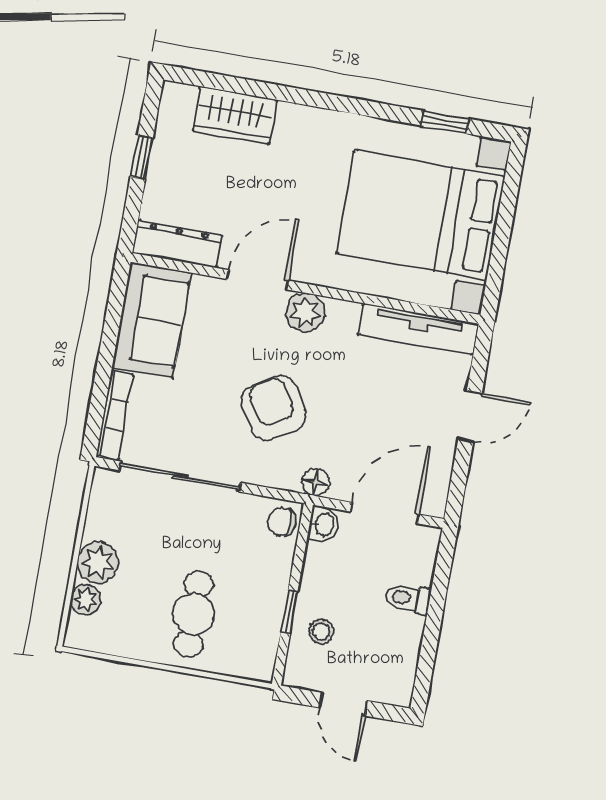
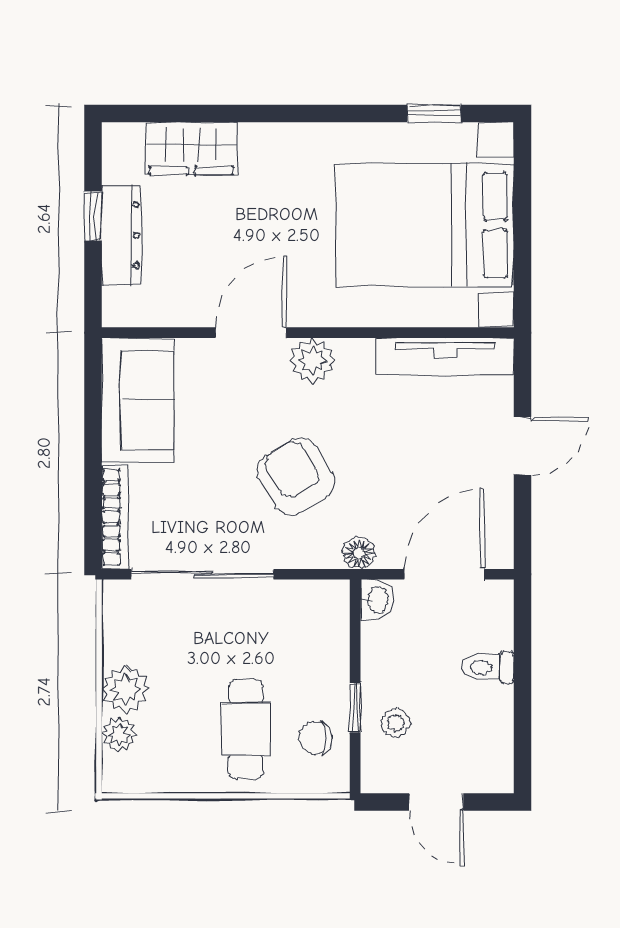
dresser: (177, 244) -> (121, 235), moved, turned 90
chair: (282, 522) -> (315, 738), moved

